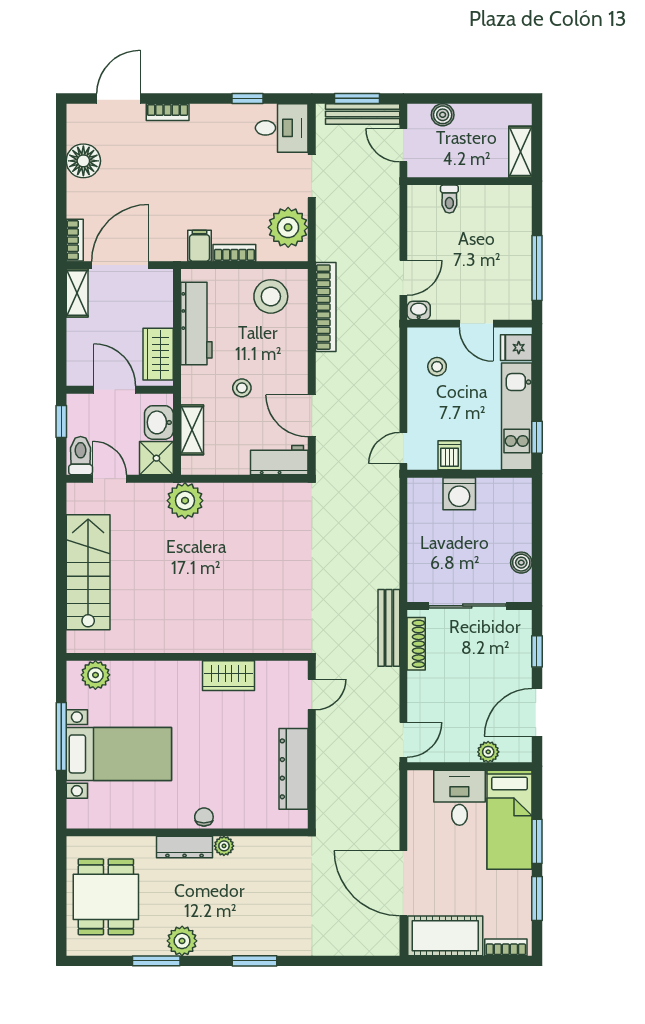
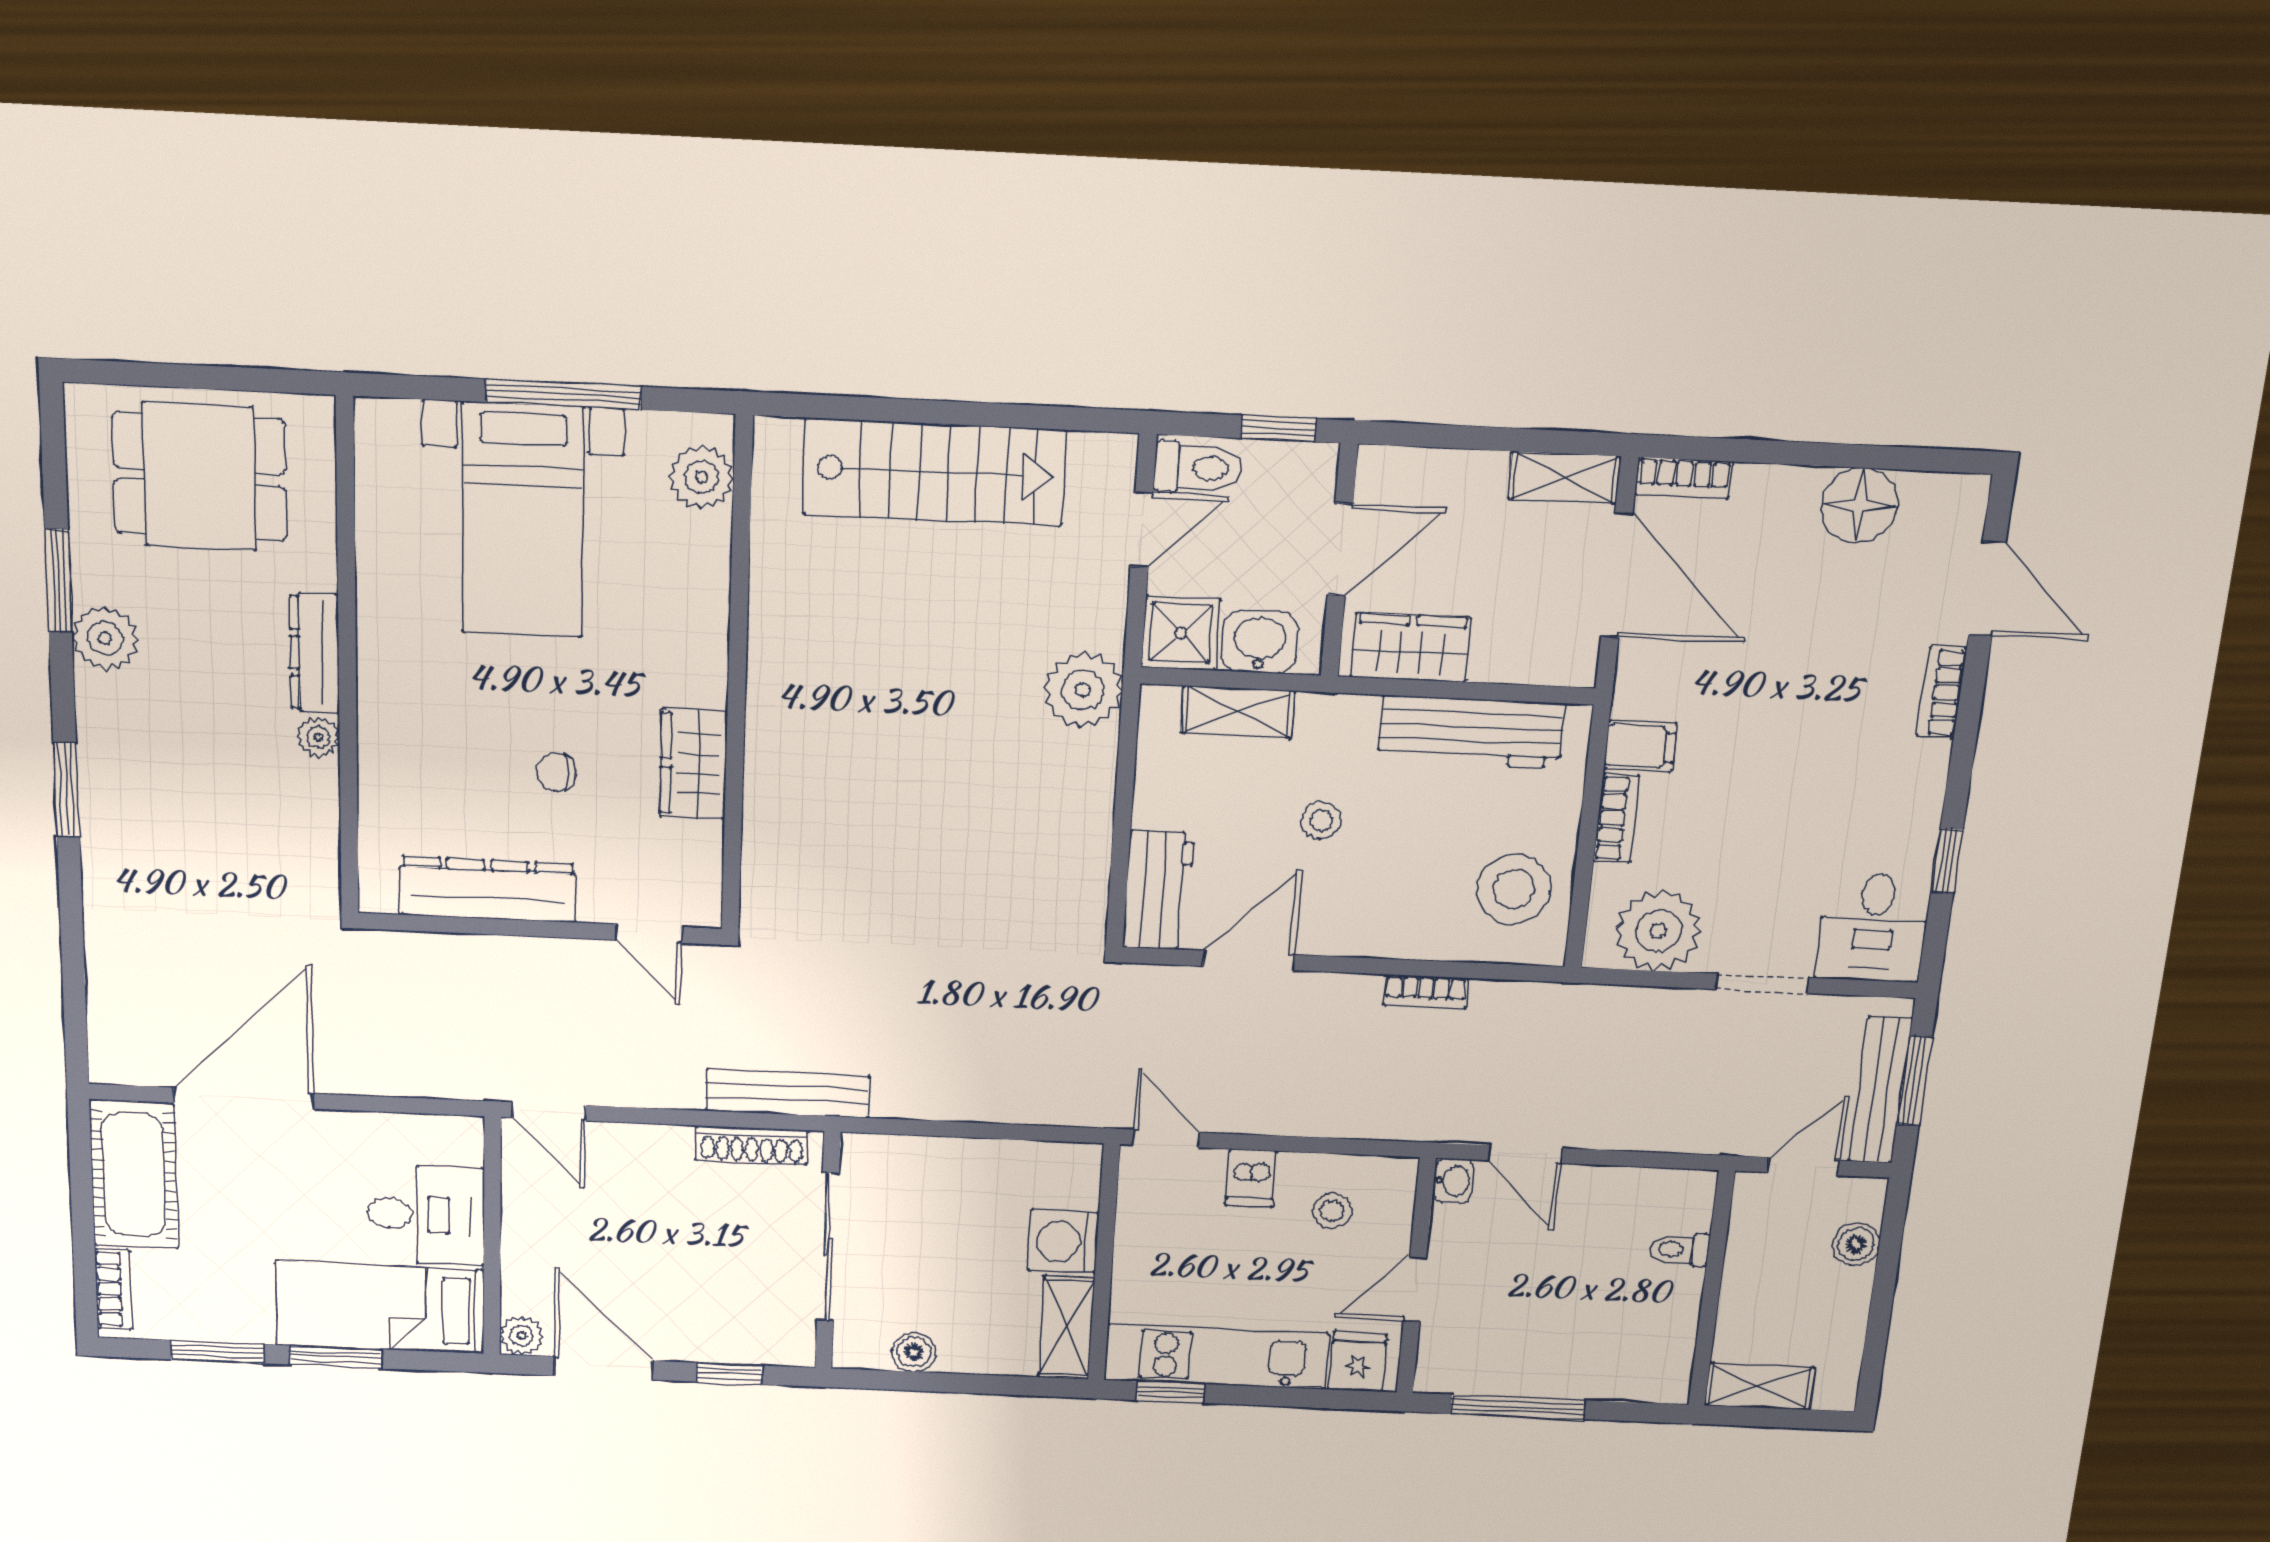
bookcase: (326, 307) -> (1426, 992), width x0.43, depth x0.76
dishwasher: (449, 455) -> (1251, 1178), moved, turned 90
shelving: (504, 490) -> (1066, 1327), added
plant: (488, 752) -> (522, 1336), moved
chair: (204, 817) -> (556, 772), moved, turned 180

